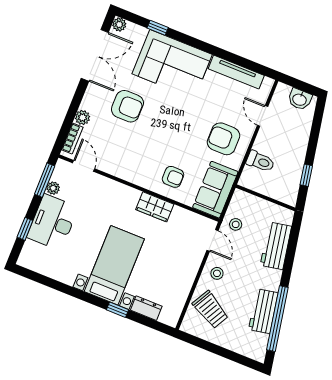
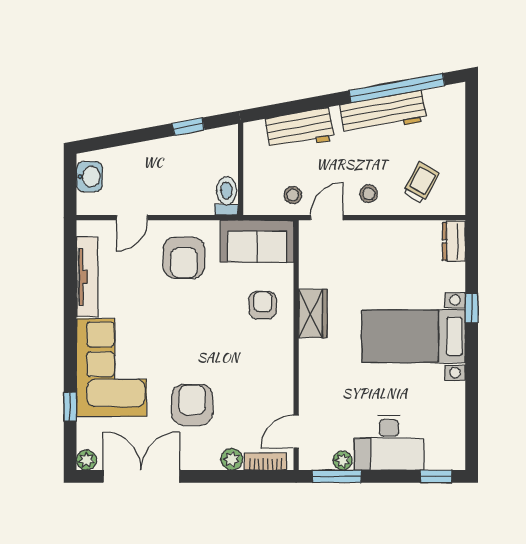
toilet: (260, 161) -> (226, 196), moved
window: (25, 229) -> (436, 476), moved
dresser: (146, 308) -> (454, 241), moved
trolley: (211, 310) -> (421, 183), width x0.73, depth x0.72
workbench: (263, 311) -> (383, 113), width x1.38

